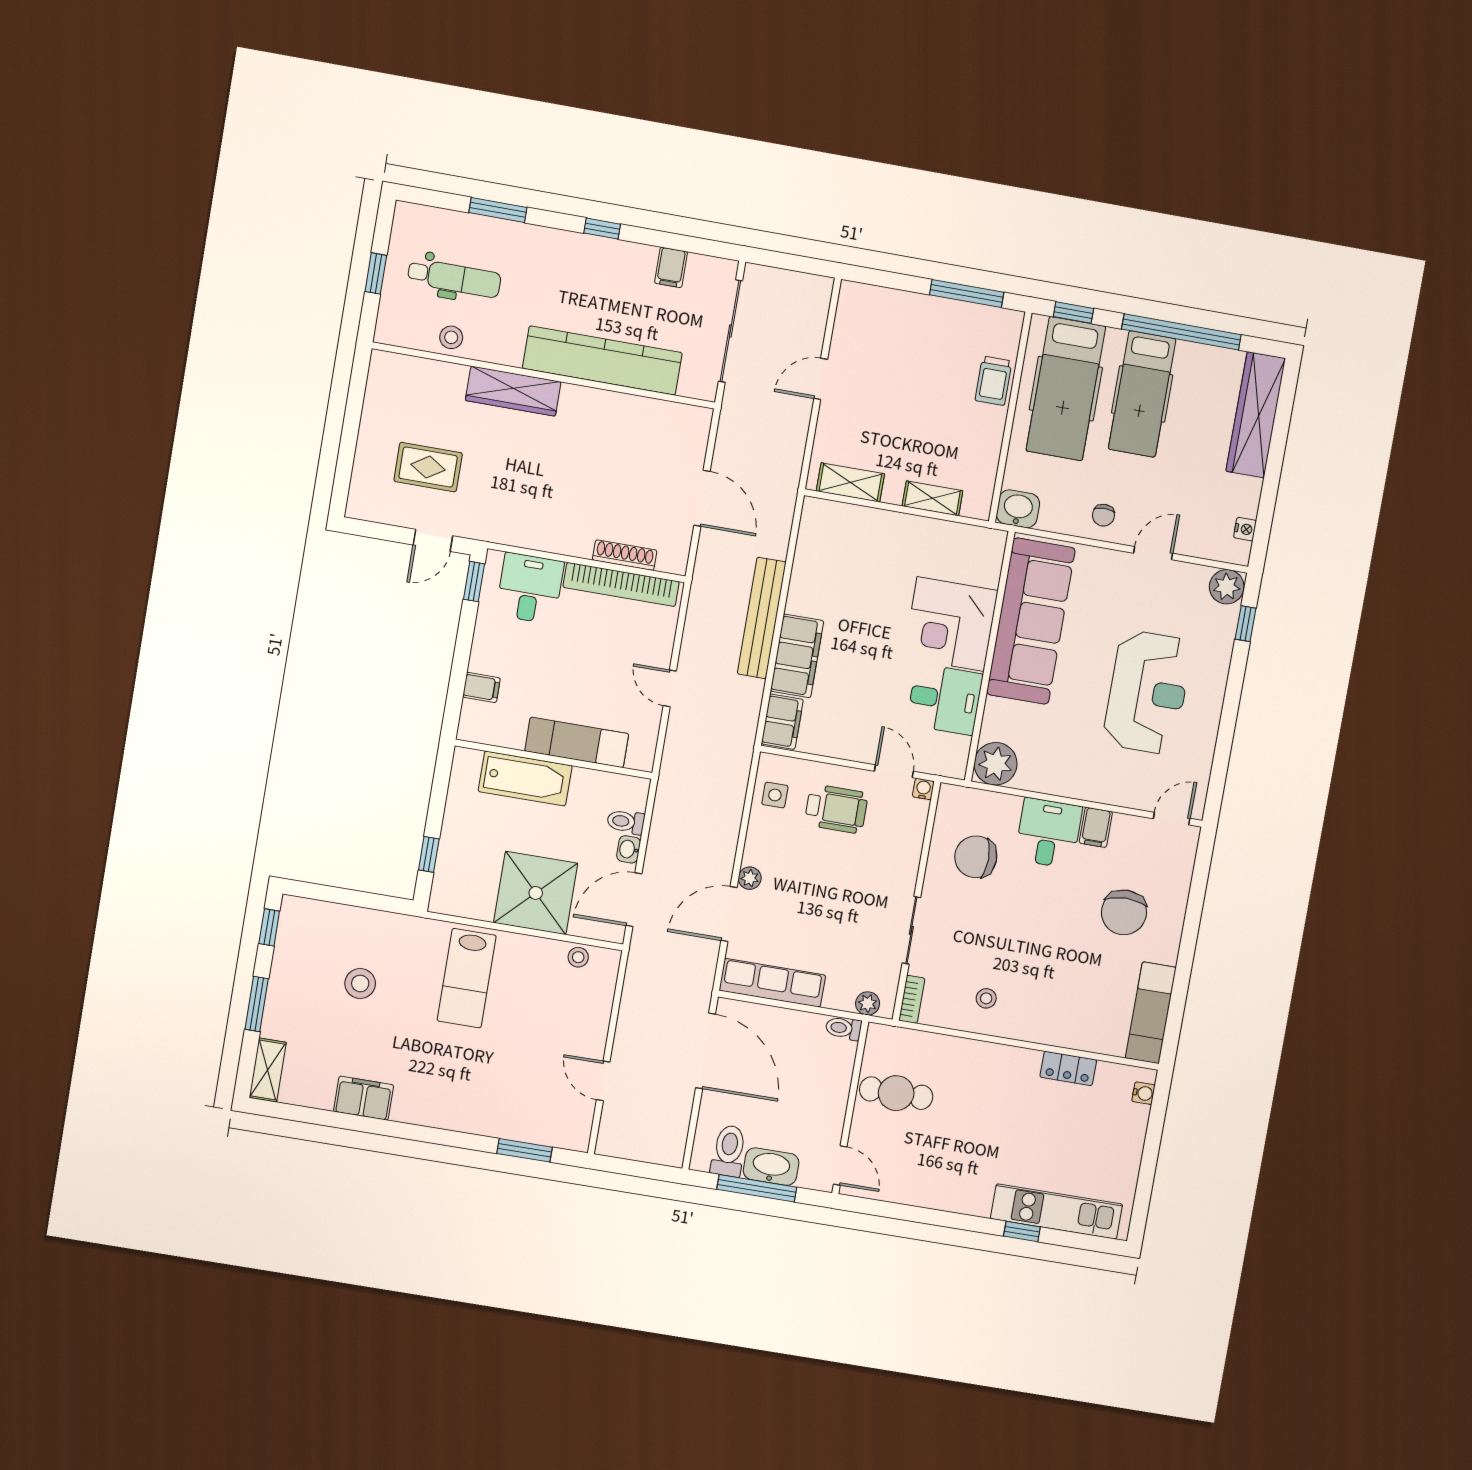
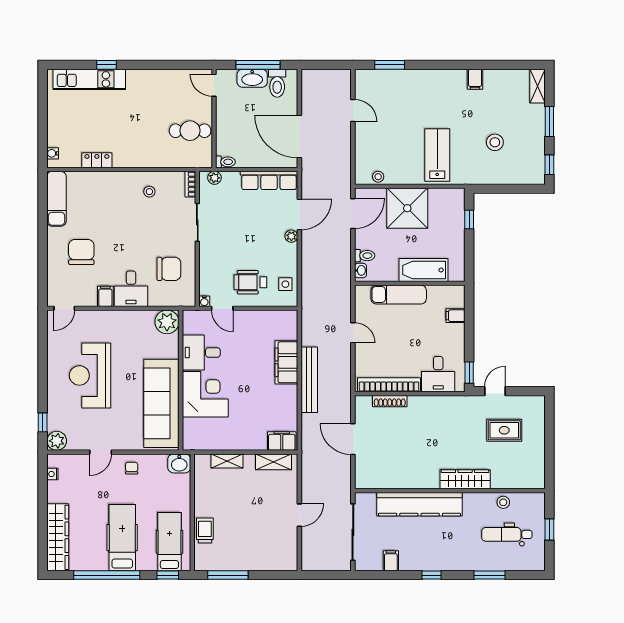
hospital bed: (1066, 389) -> (169, 542), width x0.73, depth x0.78
filing cabinet: (782, 722) -> (282, 441), moved, turned 90
washbasin: (629, 849) -> (360, 270), moved
filing cabinet: (364, 1098) -> (475, 79), width x0.50

